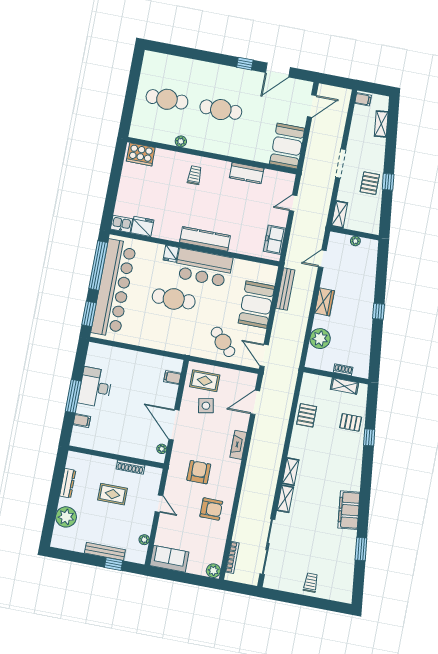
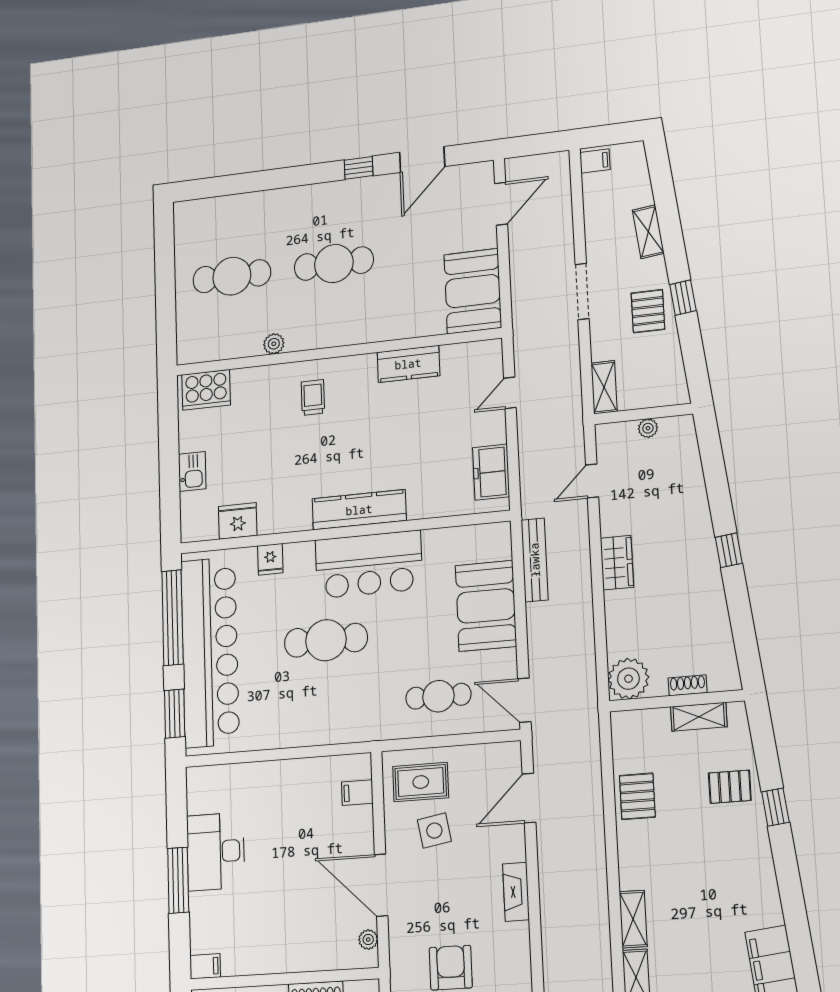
shelving: (381, 124) -> (648, 232), moved
kitchen sink: (122, 224) -> (192, 471), moved, turned 90
fridge: (171, 254) -> (270, 559), moved
plant: (320, 339) -> (628, 679), moved
cafe table: (223, 342) -> (438, 696), turned -46
filing cabinet: (82, 421) -> (205, 966), moved

